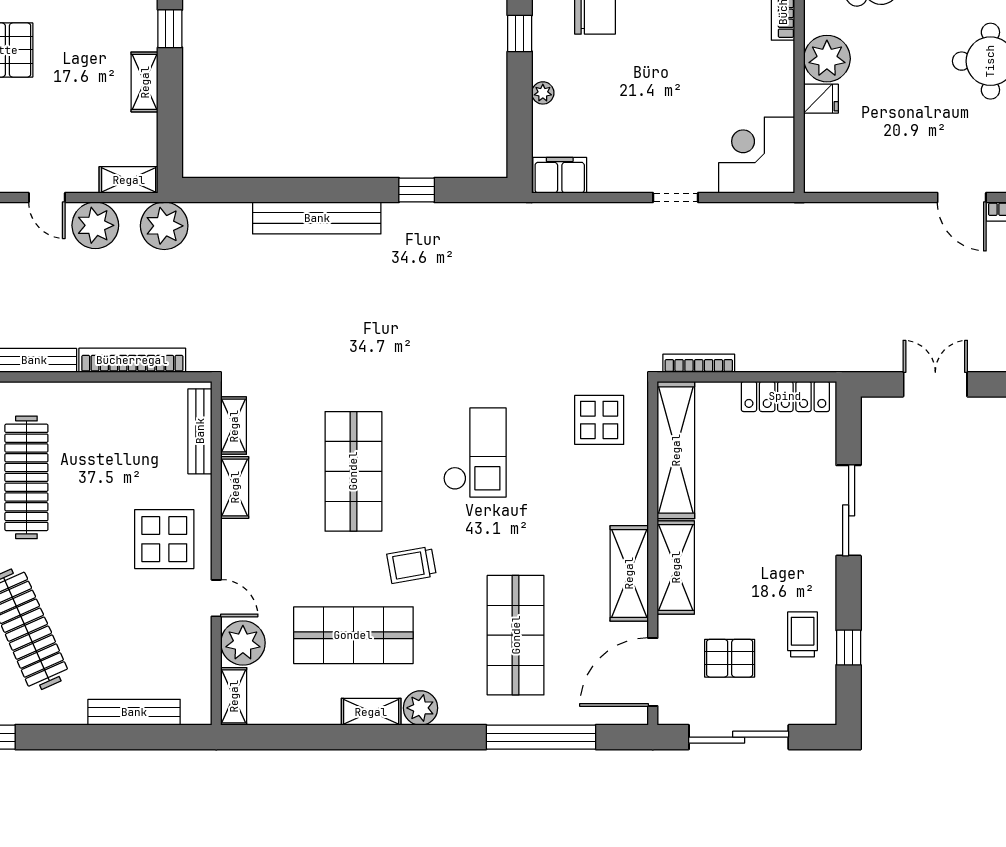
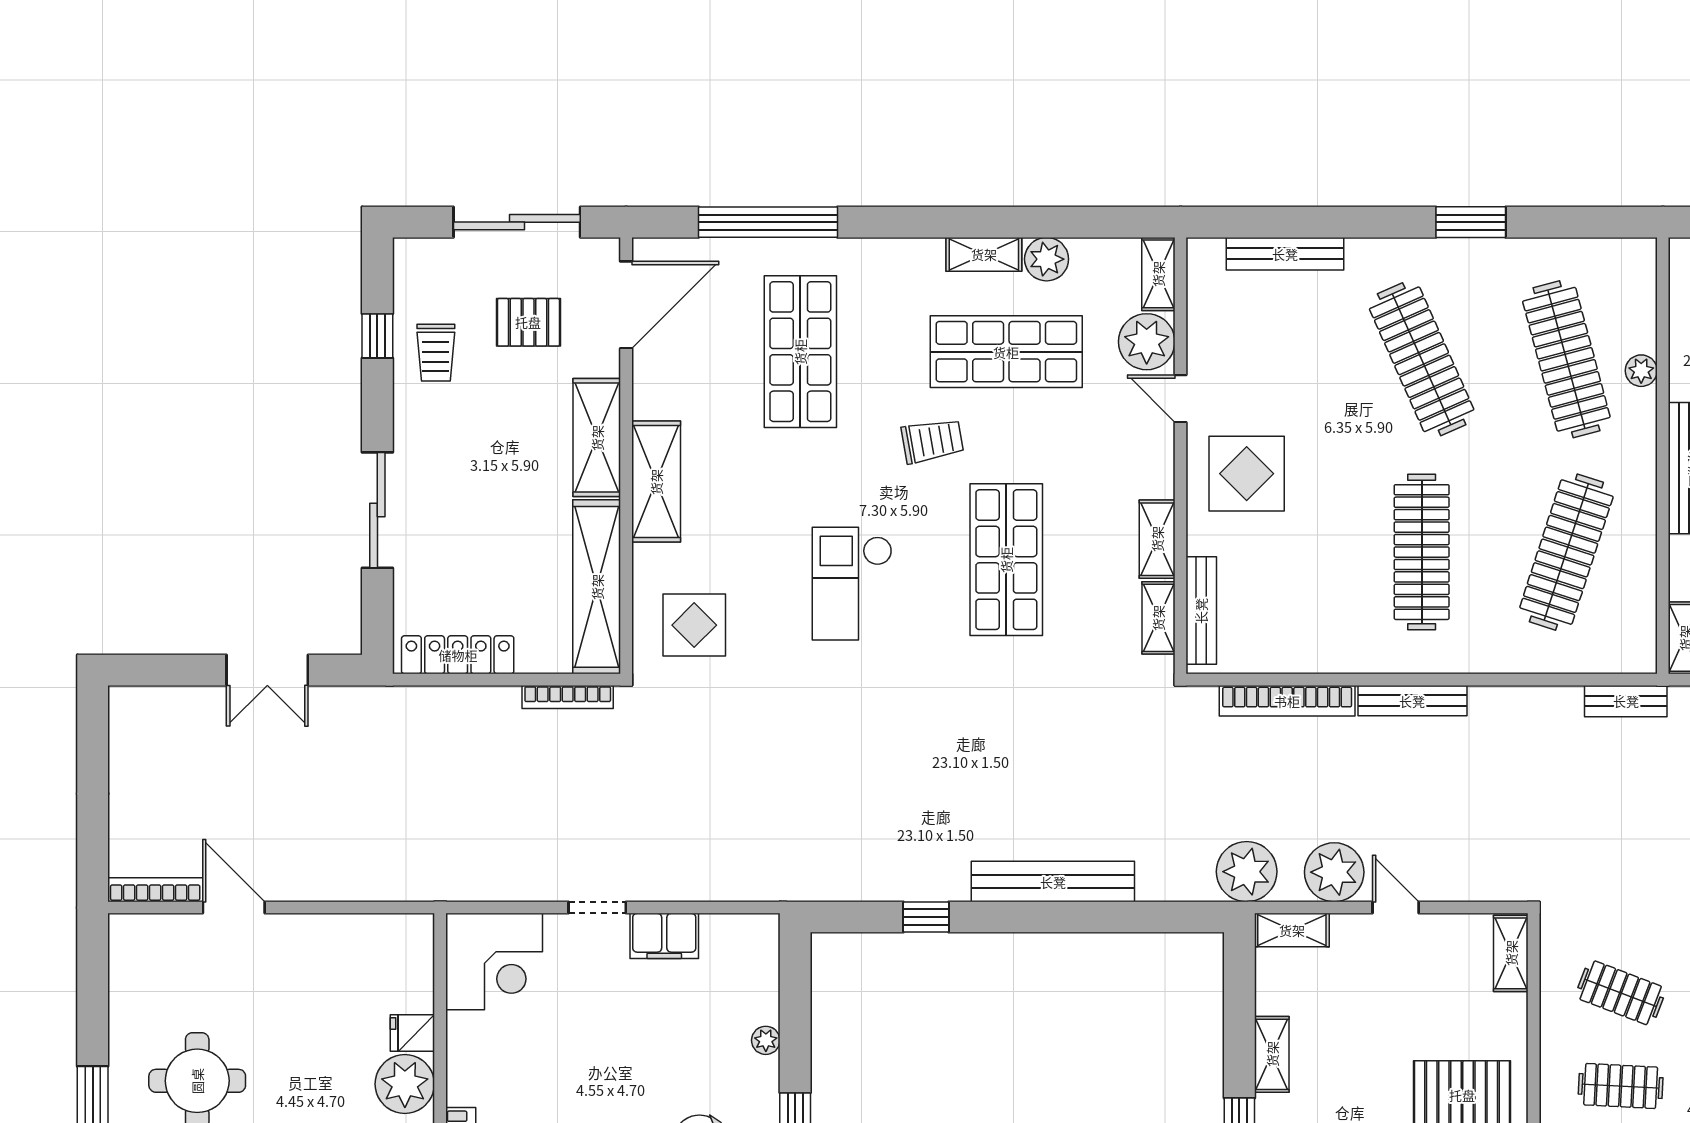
filing cabinet: (560, 175) -> (664, 936), moved
shelving: (629, 573) -> (656, 482), moved
plant: (421, 708) -> (1047, 259), moved

